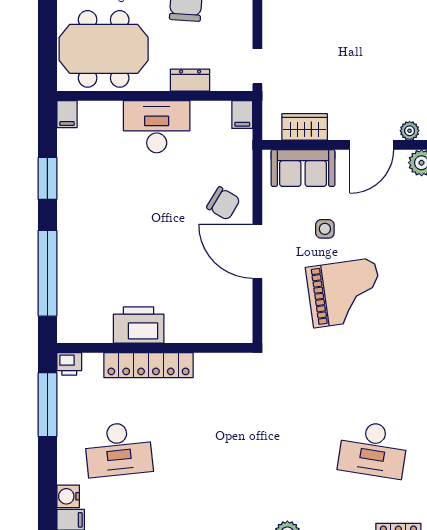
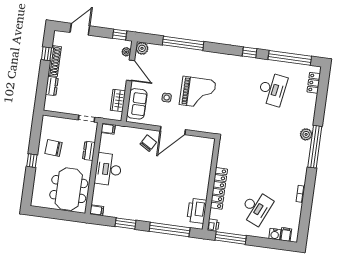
grand piano: (344, 293) -> (198, 92), turned 98
printer: (139, 325) -> (197, 211), moved
desk: (118, 449) -> (256, 208), turned 30

